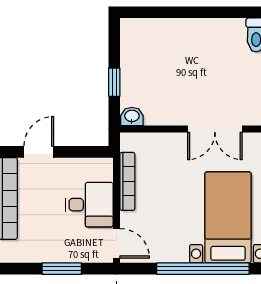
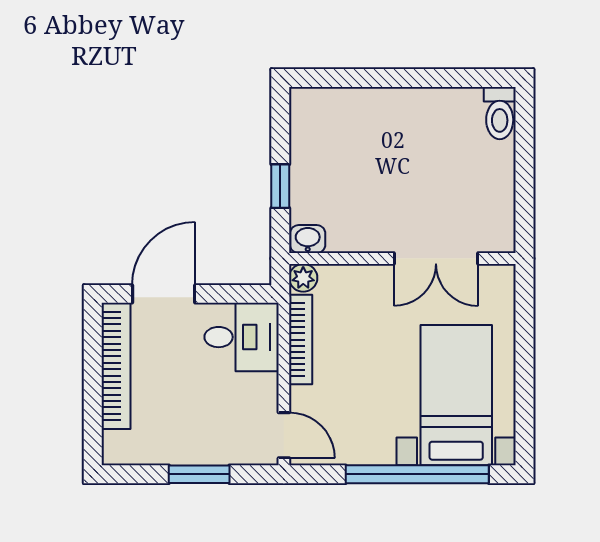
plant: (129, 141) -> (303, 278), added
door: (39, 152) -> (164, 294), width x1.38
desk: (89, 205) -> (242, 337), moved

